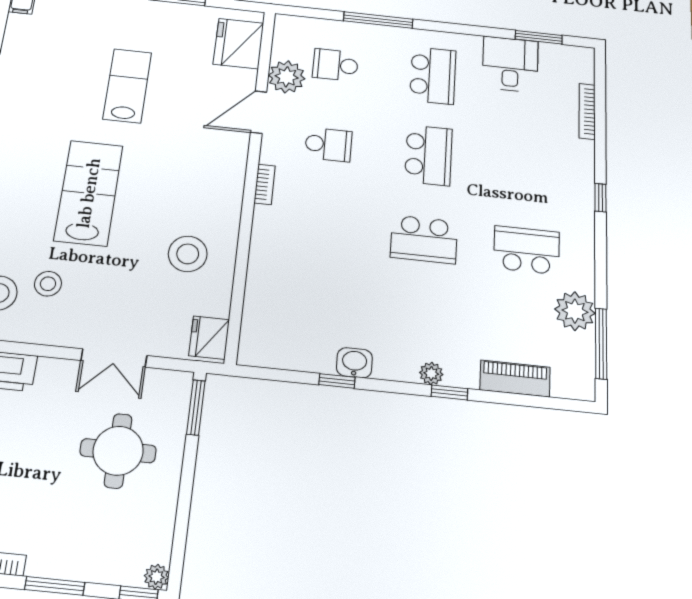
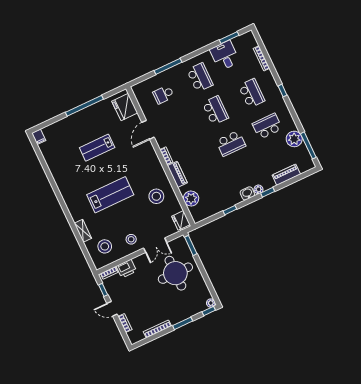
plant: (287, 77) -> (191, 199), moved
lab bench: (127, 86) -> (97, 148), turned -90
school desk: (328, 144) -> (252, 93), moved, width x1.85
lab bench: (89, 193) -> (110, 195), turned 90
piano: (264, 235) -> (177, 174), added
stool: (48, 284) -> (131, 239), moved
washbasin: (354, 363) -> (247, 193), moved
round table: (118, 451) -> (175, 273), width x1.36, depth x1.36

